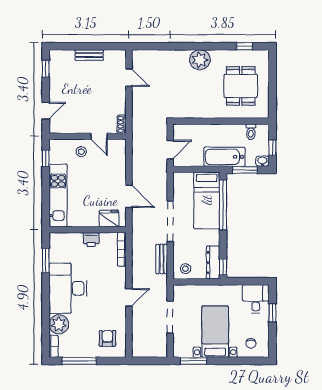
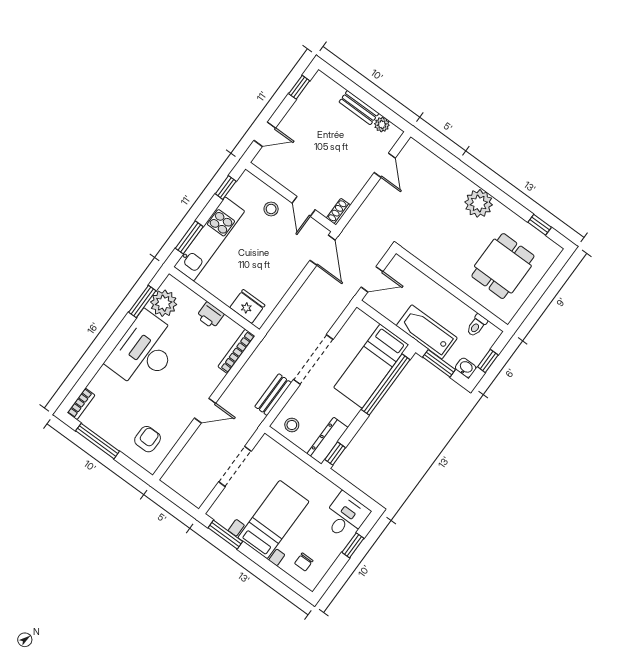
plant: (110, 55) -> (382, 125), added
door: (129, 196) -> (323, 250), moved
window: (46, 203) -> (189, 237), added
plant: (59, 324) -> (164, 303), moved

